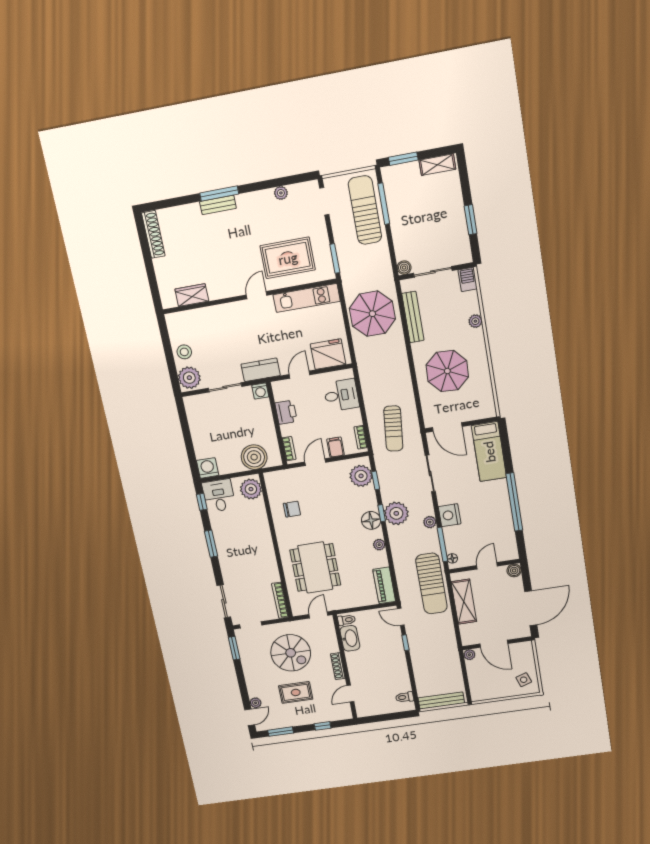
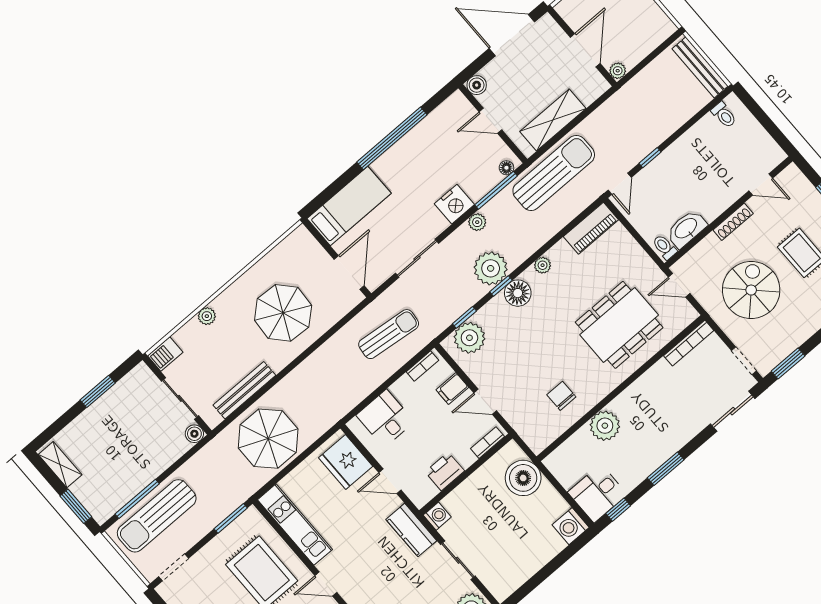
plant: (251, 489) -> (605, 426), moved

